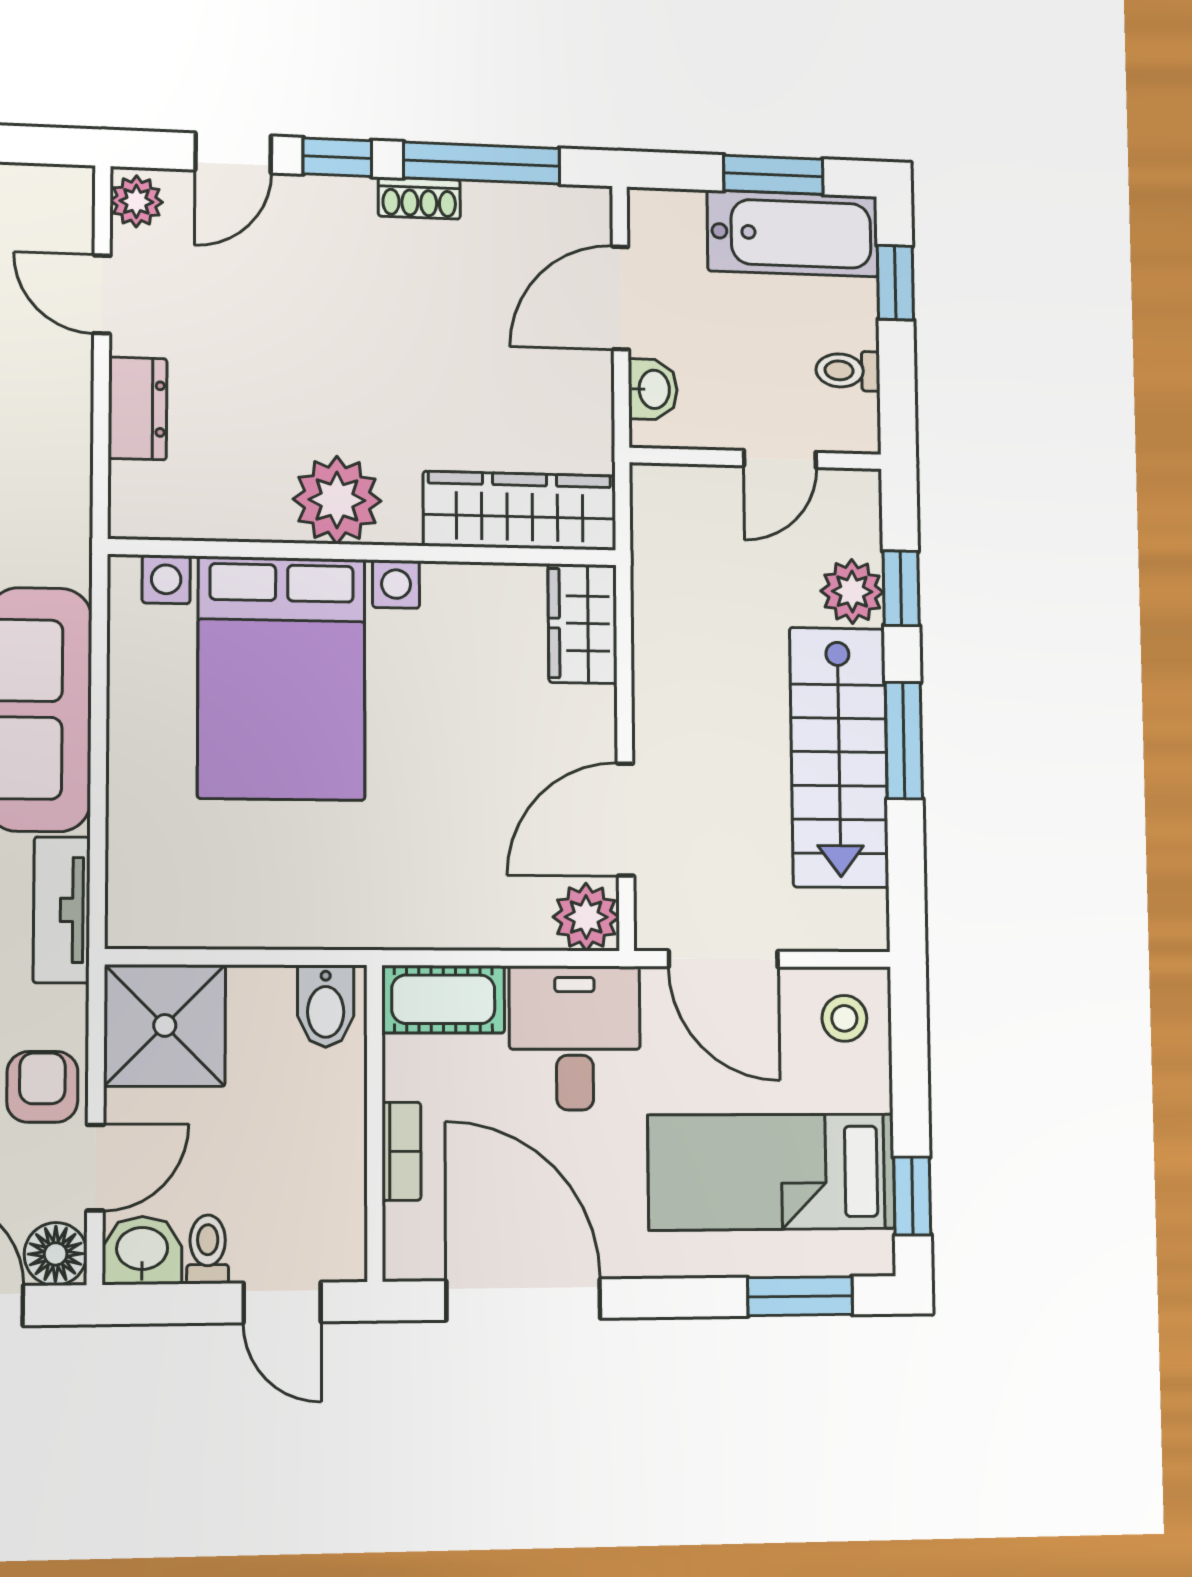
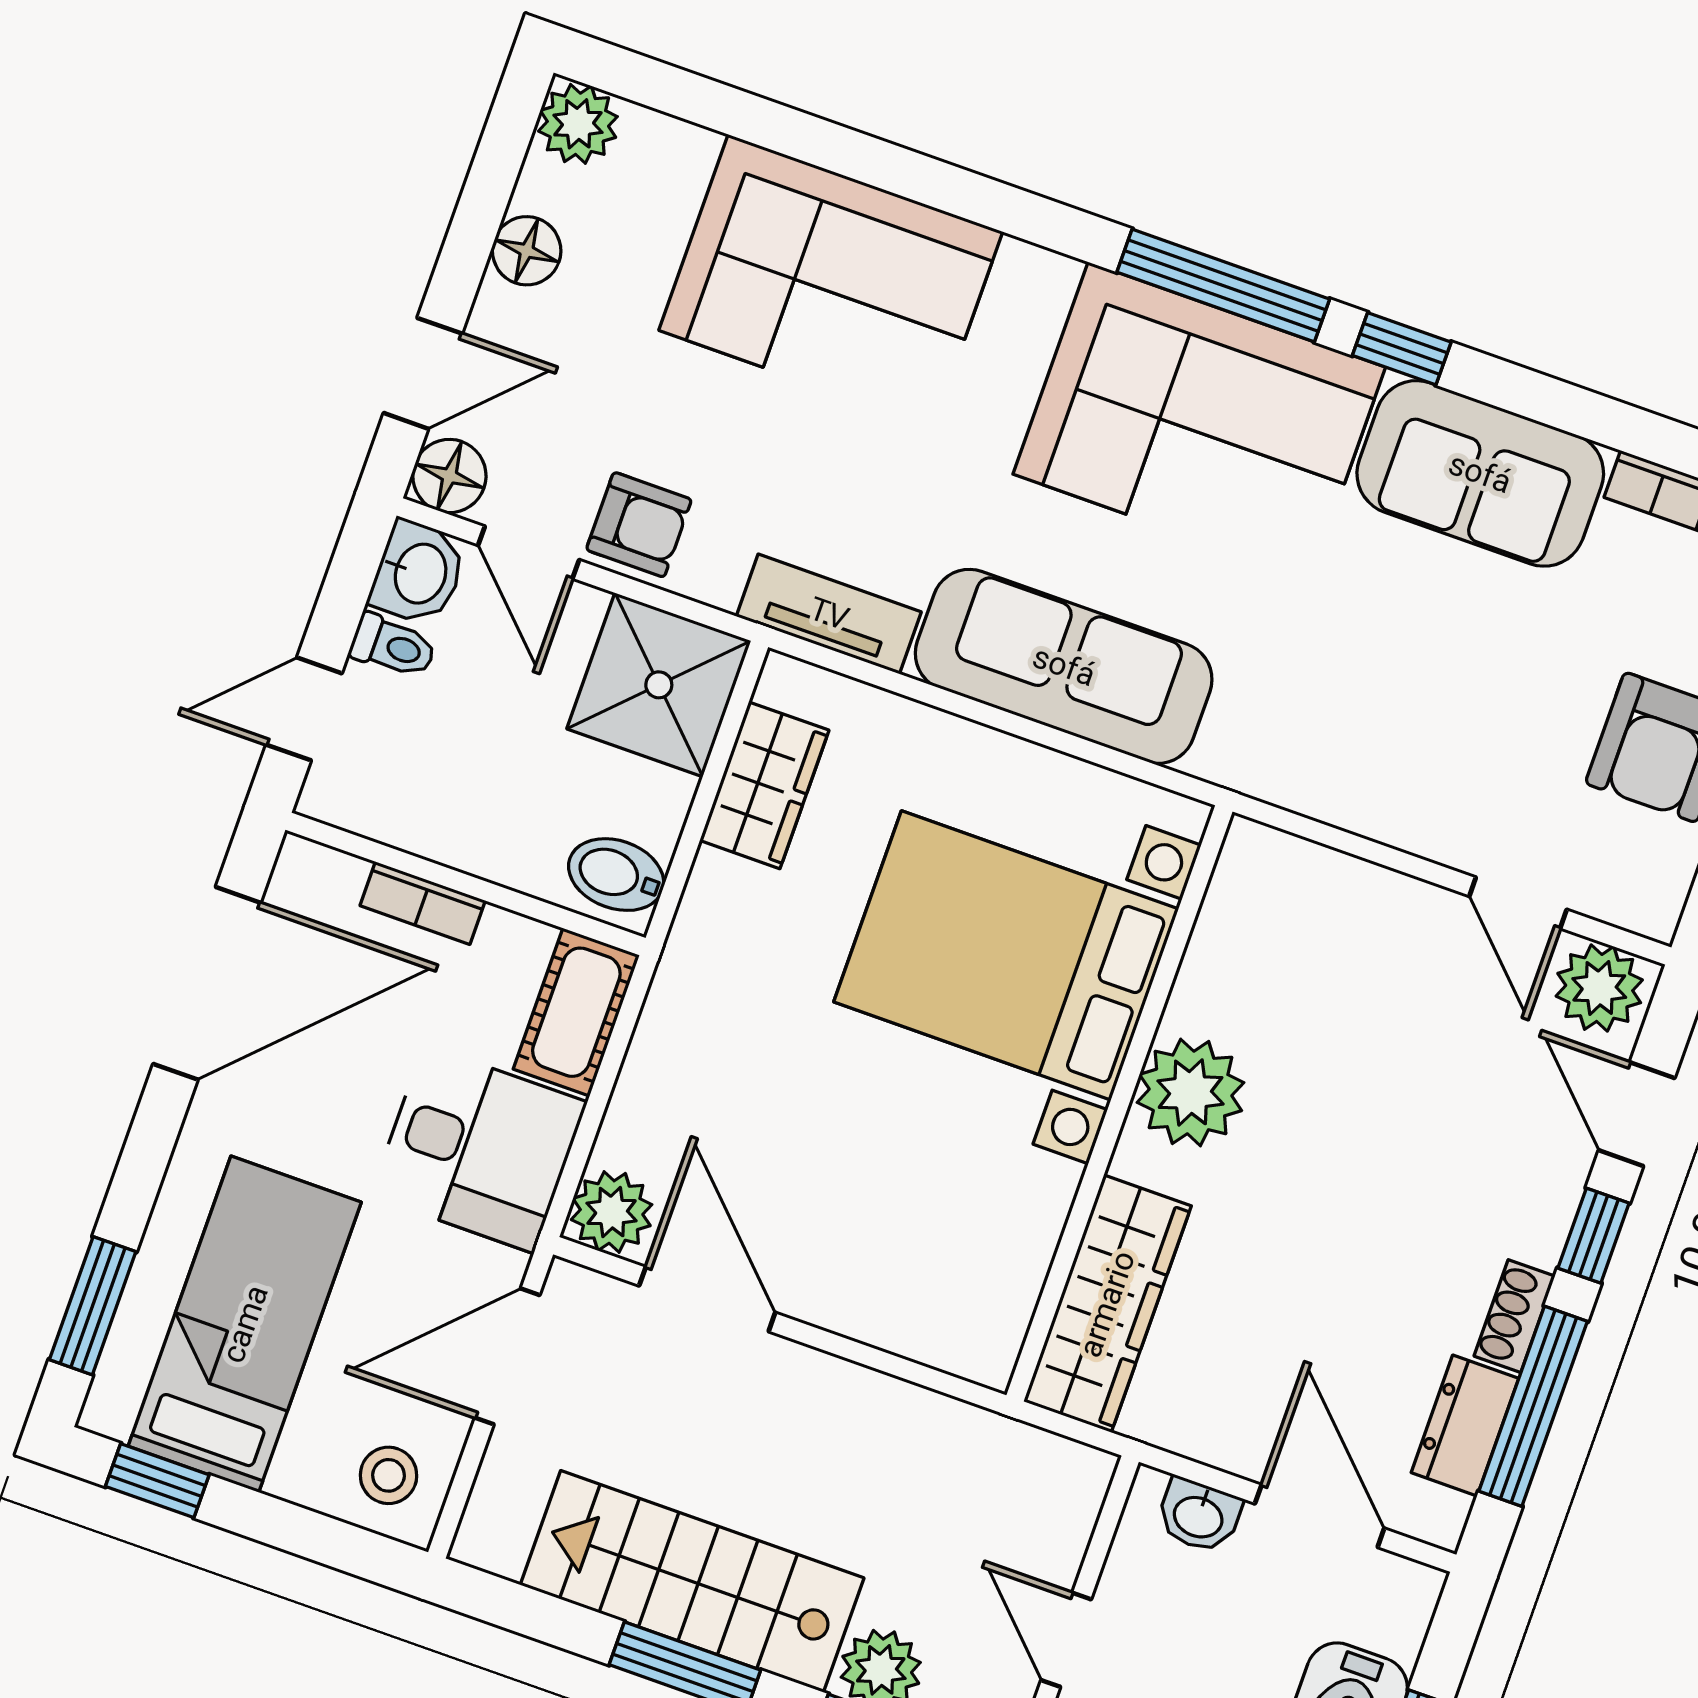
plant: (136, 201) -> (1599, 988), width x1.38, depth x1.38
door: (102, 294) -> (1518, 903), swing flipped
dresser: (138, 408) -> (1465, 1426), moved, turned 90
wardrobe: (583, 624) -> (764, 785), moved, turned 90

